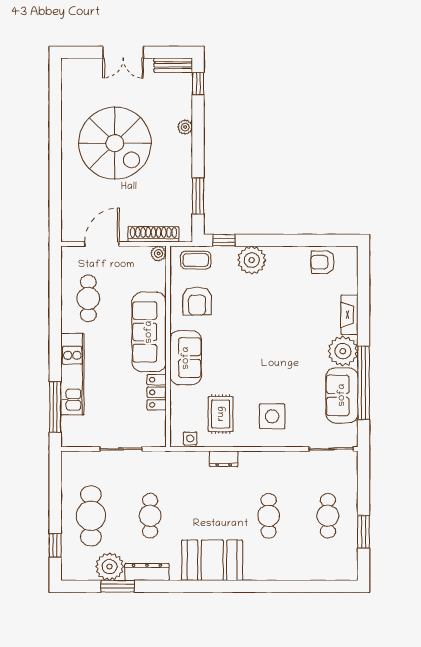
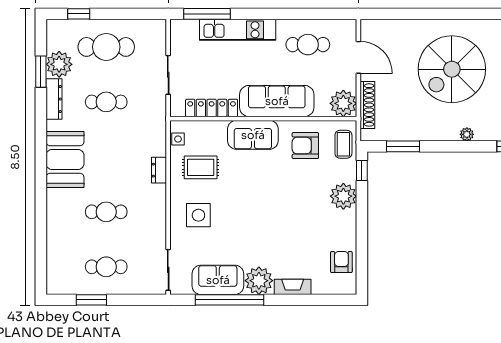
plant: (158, 254) -> (343, 103), width x1.87, depth x1.87
locker: (157, 392) -> (212, 108), width x1.53

